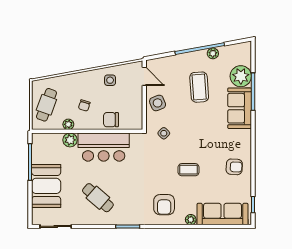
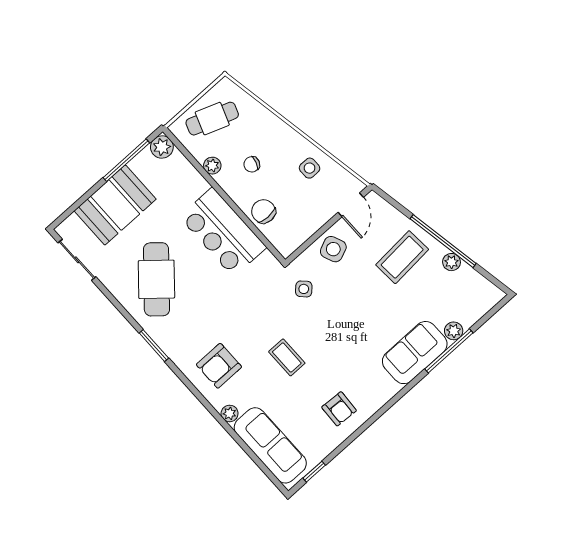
plant: (241, 76) -> (454, 331), width x0.53, depth x0.53
coffee table: (199, 87) -> (402, 257), moved
plant: (70, 140) -> (162, 147), moved
cafe table: (98, 198) -> (156, 279), width x1.37, depth x1.35

